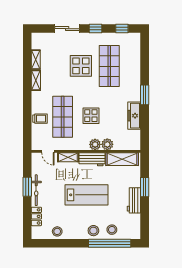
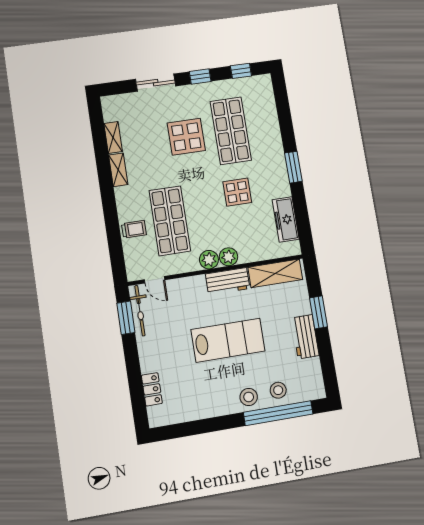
display table: (91, 116) -> (237, 192), moved
freezer: (134, 116) -> (286, 219), moved
plant: (107, 144) -> (209, 260), moved
shelving: (68, 157) -> (188, 284), removed
window: (27, 187) -> (126, 318), moved
bicycle: (36, 190) -> (140, 311), moved
stool: (57, 231) -> (190, 408), removed

